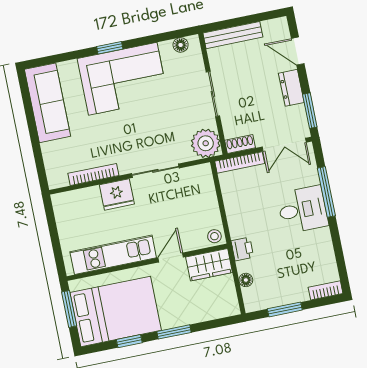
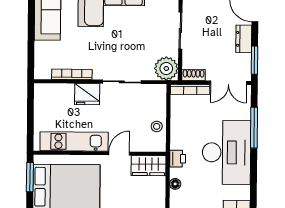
desk: (303, 210) -> (227, 152), width x1.87, depth x1.30
stool: (214, 236) -> (157, 126), moved

